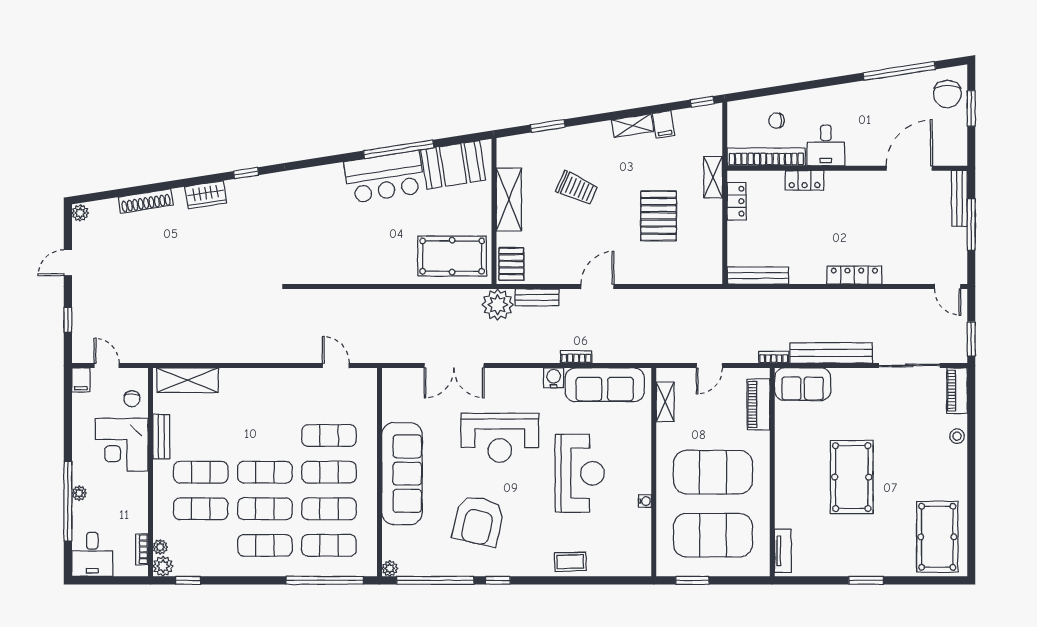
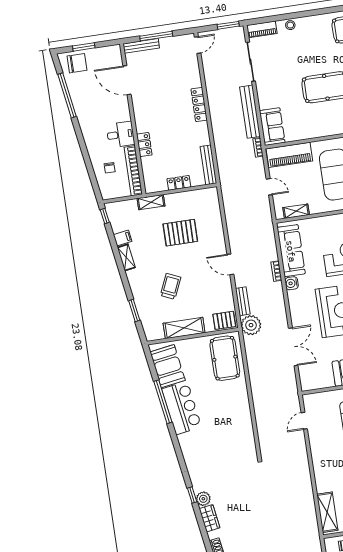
plant: (238, 190) -> (203, 499), added
locker: (737, 201) -> (179, 183), moved
piano: (758, 404) -> (289, 155), width x1.37, depth x1.33

